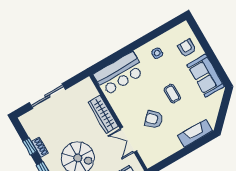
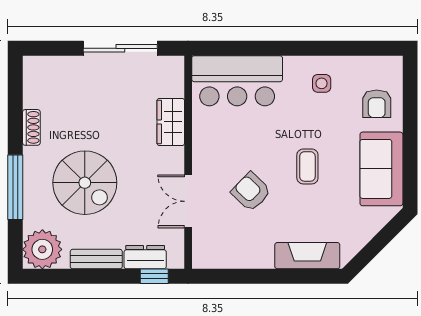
armchair: (187, 48) -> (377, 104), turned 180
sliding door: (47, 96) -> (120, 48), moved
wardrobe: (103, 114) -> (171, 122), width x0.67
window: (30, 146) -> (15, 116), removed

